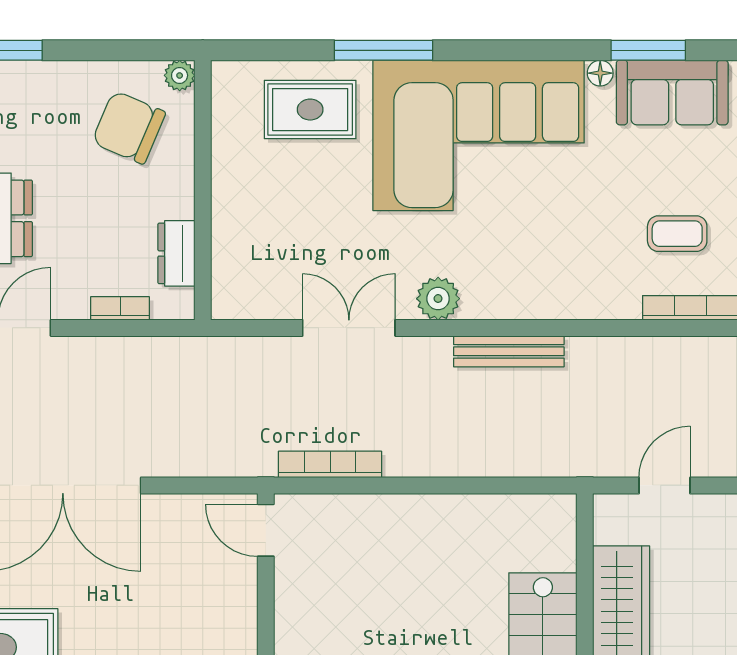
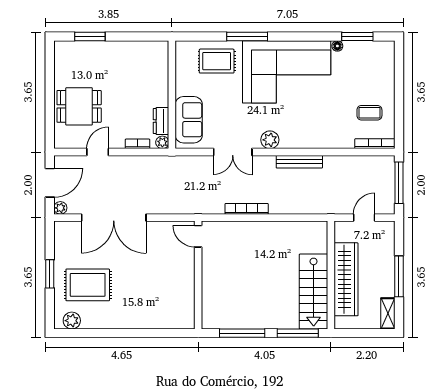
plant: (180, 75) -> (162, 142), moved
sofa: (672, 92) -> (189, 120), moved, turned -90
chair: (129, 127) -> (141, 69), removed
double door: (349, 328) -> (233, 152), swing flipped
bookcase: (330, 464) -> (247, 209), moved

